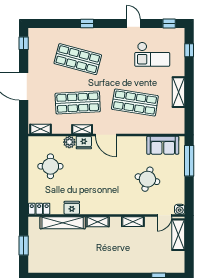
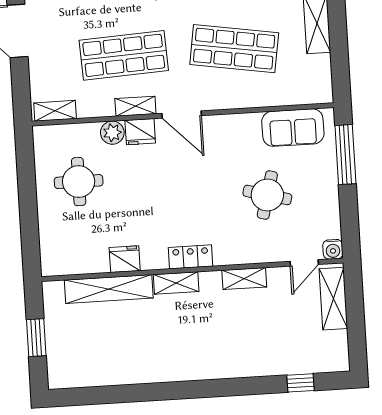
locker: (39, 209) -> (191, 257), moved

